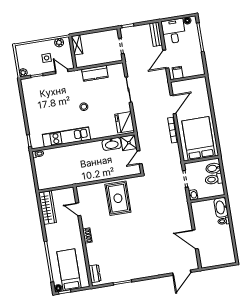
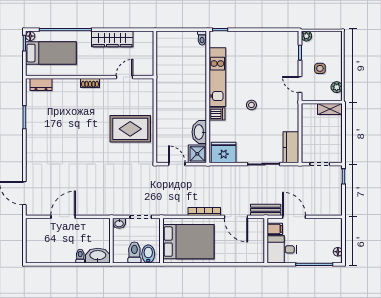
desk: (174, 31) -> (282, 249), moved, turned 180
bench: (156, 34) -> (266, 210), moved
door: (62, 71) -> (300, 84), swing flipped
kitchen counter: (95, 73) -> (291, 147), moved
dishwasher: (95, 132) -> (217, 114), added
wardrobe: (47, 208) -> (112, 39), moved

